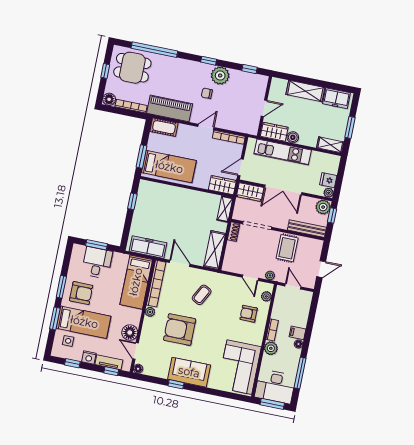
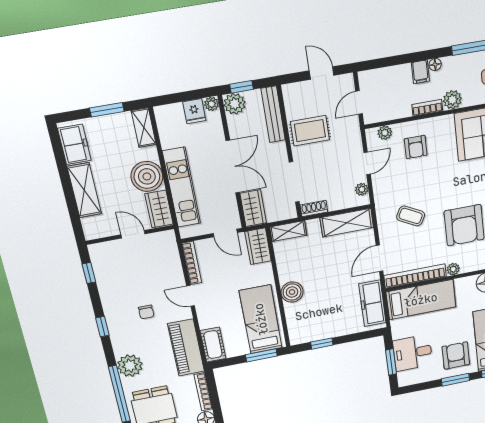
plant: (220, 76) -> (130, 366), moved
boiler: (293, 137) -> (147, 176), width x1.86, depth x1.86
boiler: (180, 195) -> (292, 292), added
plant: (270, 275) -> (362, 189), moved

